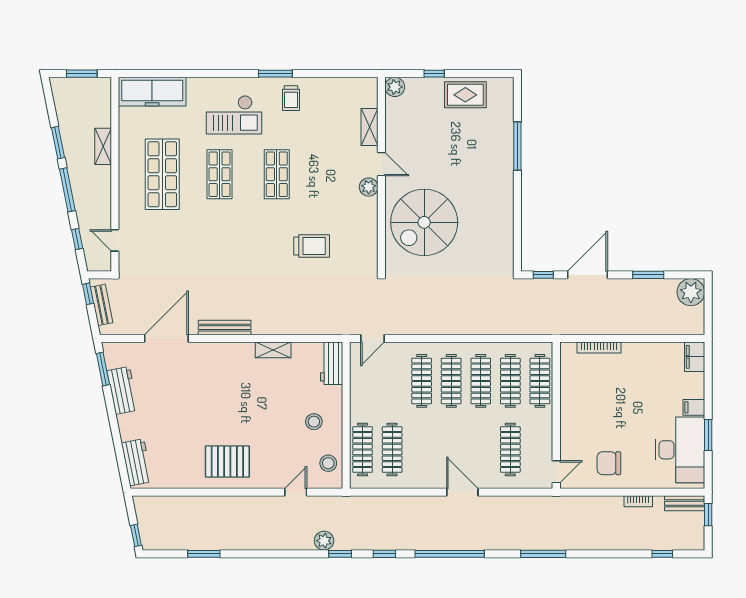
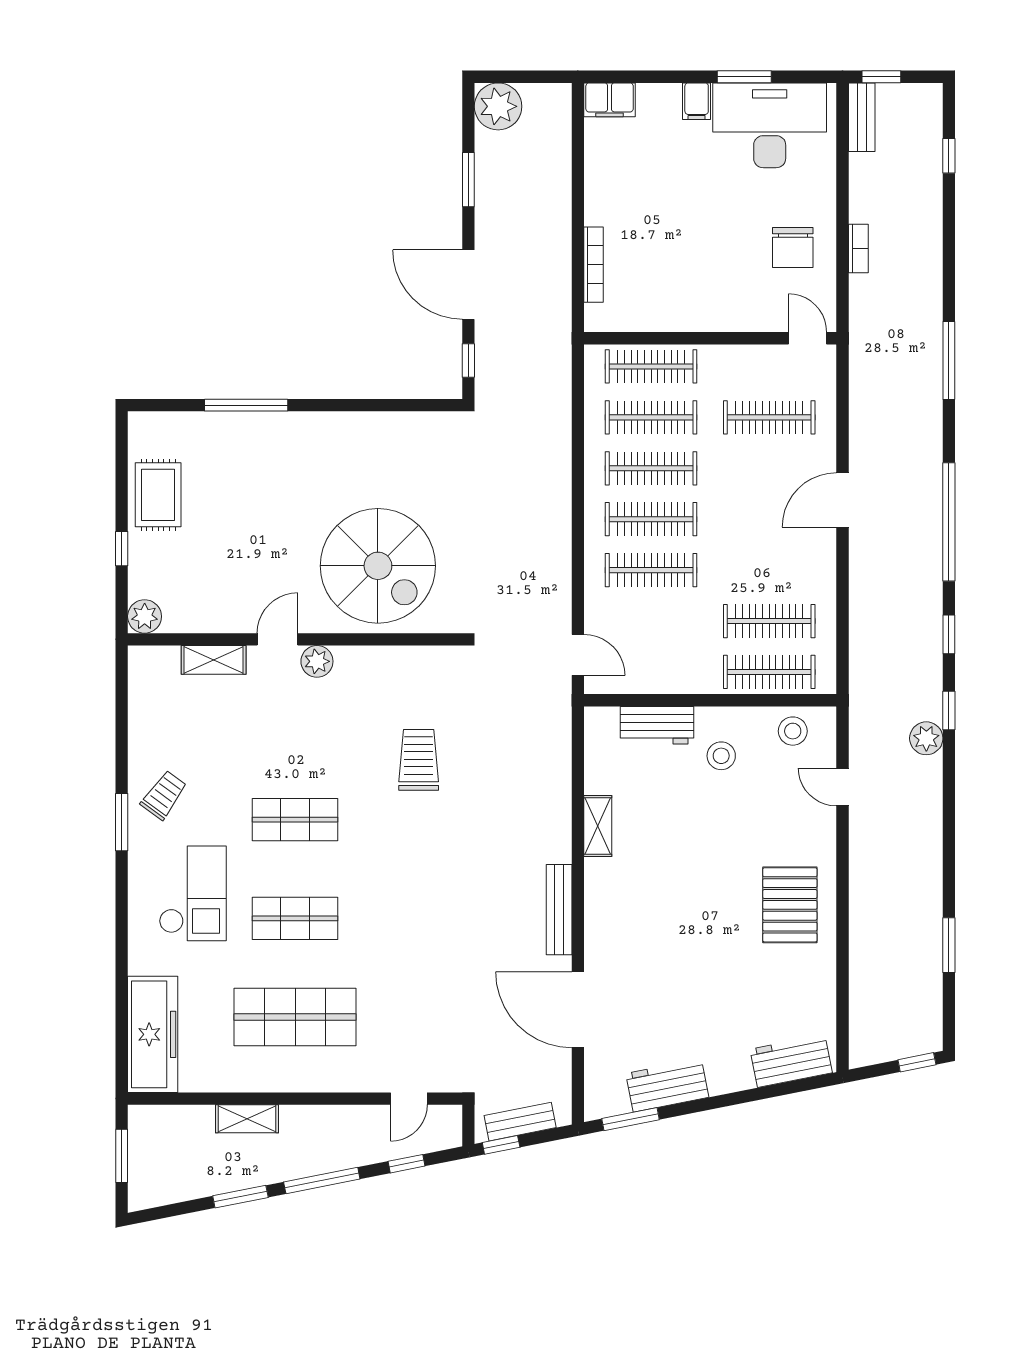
trolley: (291, 98) -> (164, 795), turned -54
workbench: (332, 363) -> (657, 725), moved
bookcase: (638, 501) -> (858, 248), moved

